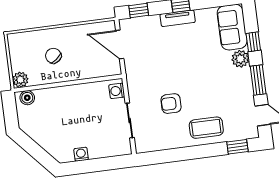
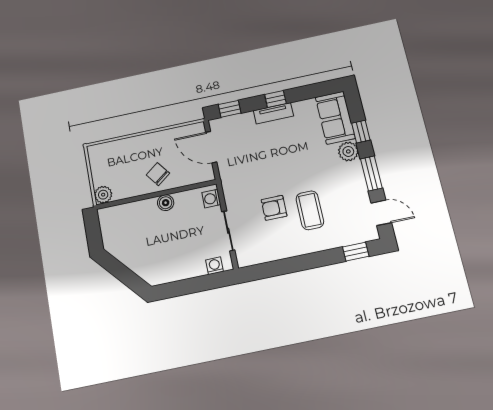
chair: (53, 56) -> (158, 174), moved
boiler: (27, 98) -> (166, 203), moved
coffee table: (206, 128) -> (310, 210), moved, turned 90
washing machine: (81, 154) -> (215, 266), moved

